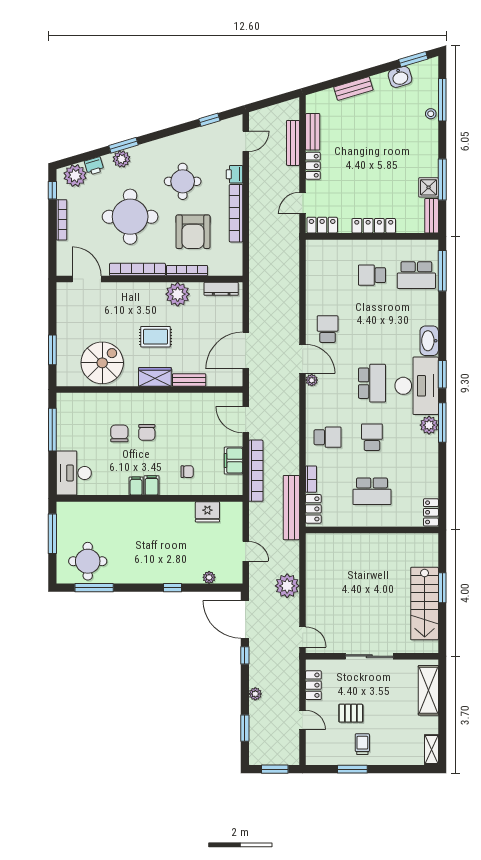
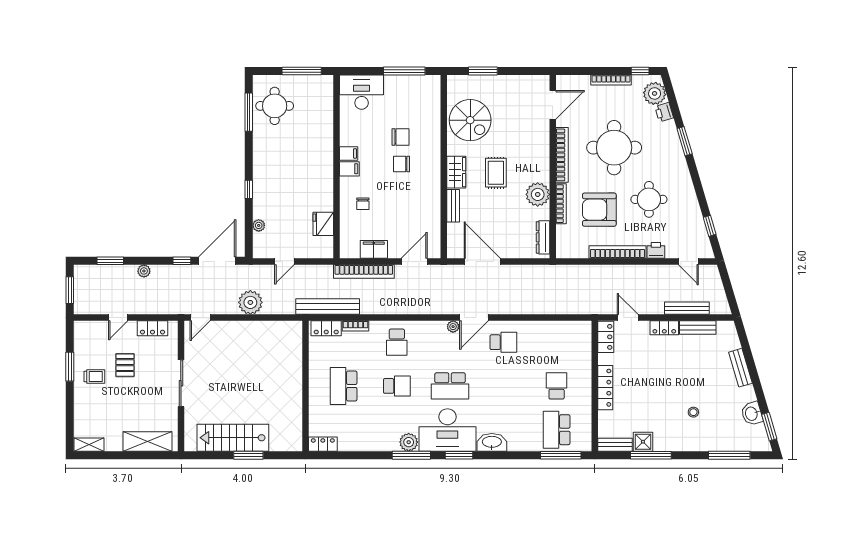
stool: (431, 114) -> (693, 412), moved
plant: (122, 159) -> (671, 139), removed

